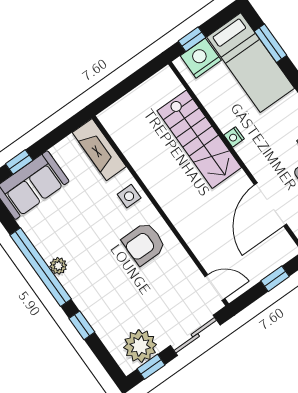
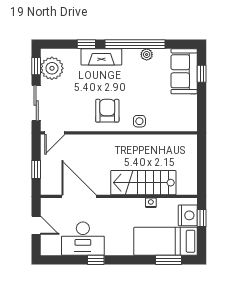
nightstand: (234, 137) -> (151, 203), moved
fireplace: (99, 150) -> (101, 57), moved, turned 180
plant: (58, 266) -> (147, 55), moved

